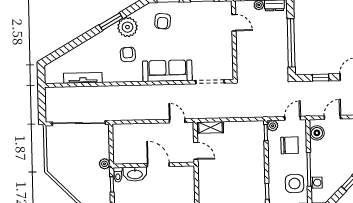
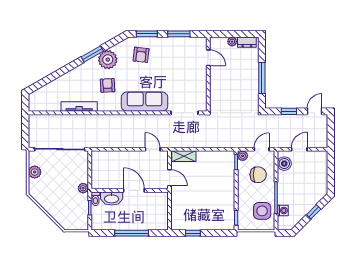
window: (291, 43) -> (262, 78), width x0.68
tv unit: (83, 78) -> (79, 107), moved
plant: (53, 148) -> (35, 172), added

